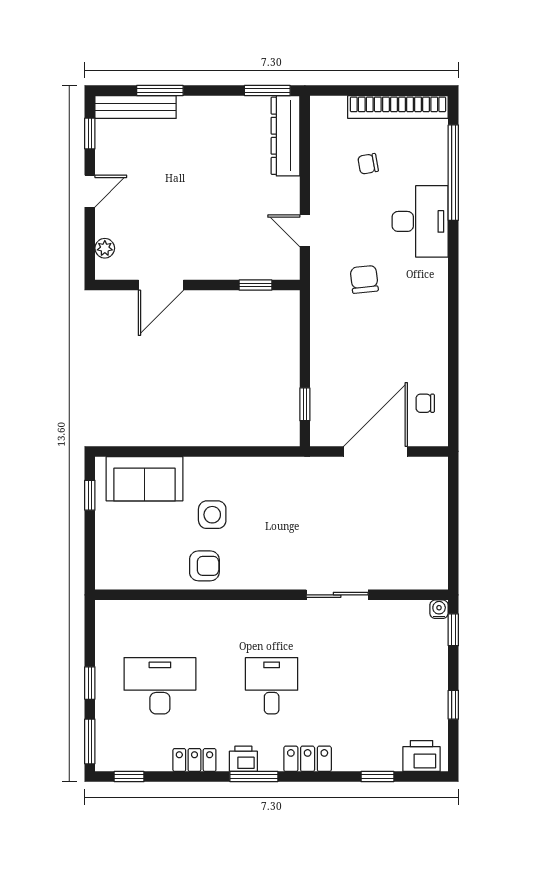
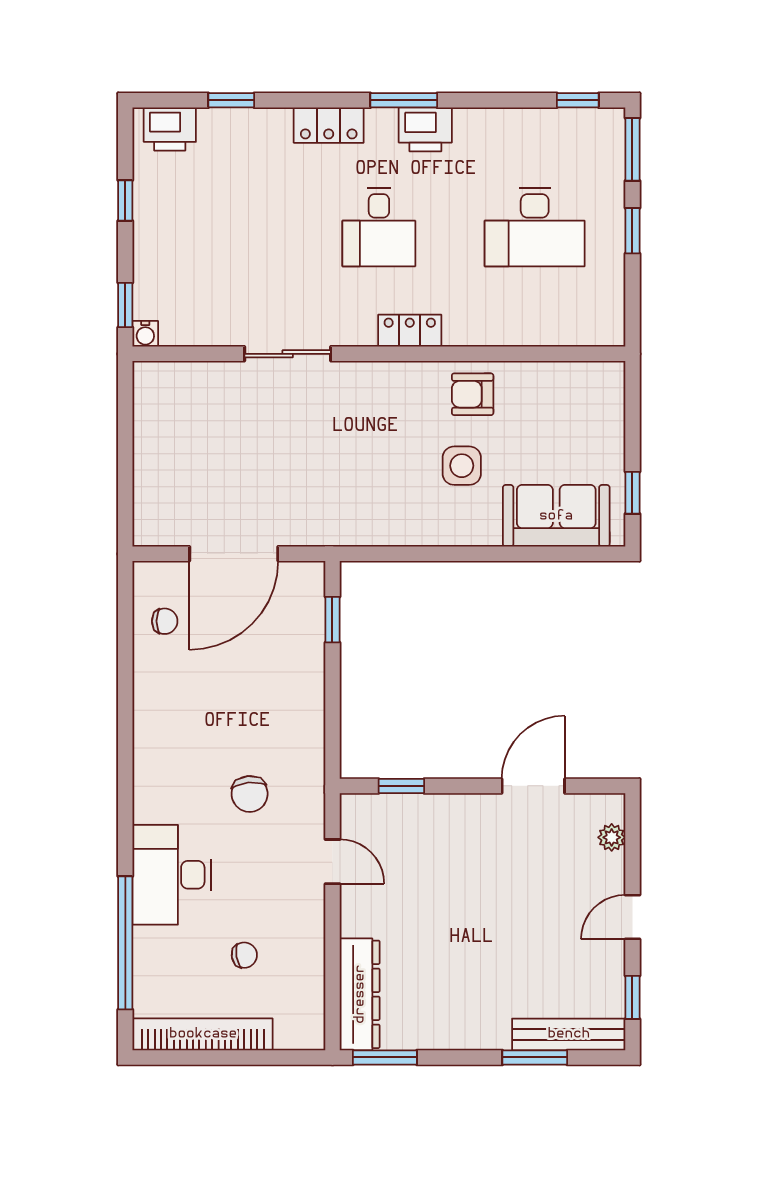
printer: (243, 759) -> (425, 129), width x1.36, depth x1.24
locker: (194, 760) -> (410, 331), moved, turned 180

